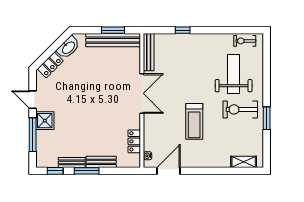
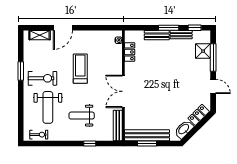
weight bench: (193, 64) -> (82, 116), added
shower: (45, 121) -> (203, 51), moved
door: (169, 171) -> (63, 28), moved

